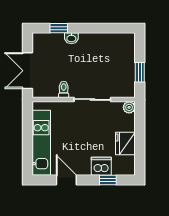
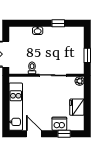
window: (59, 28) -> (58, 23), moved

